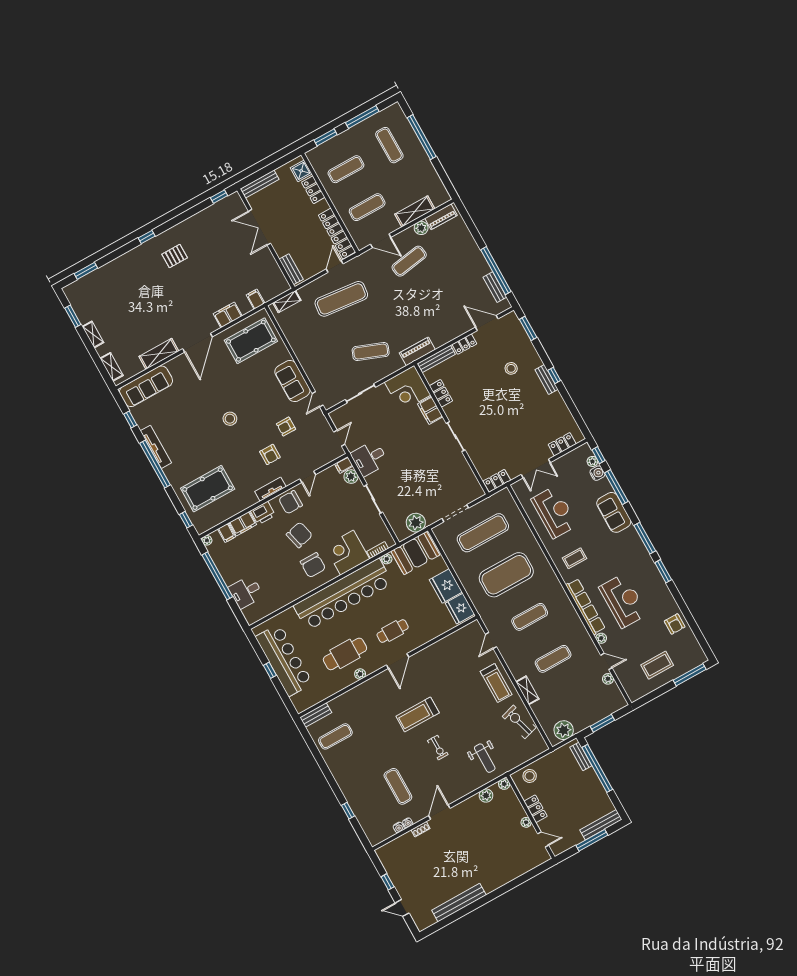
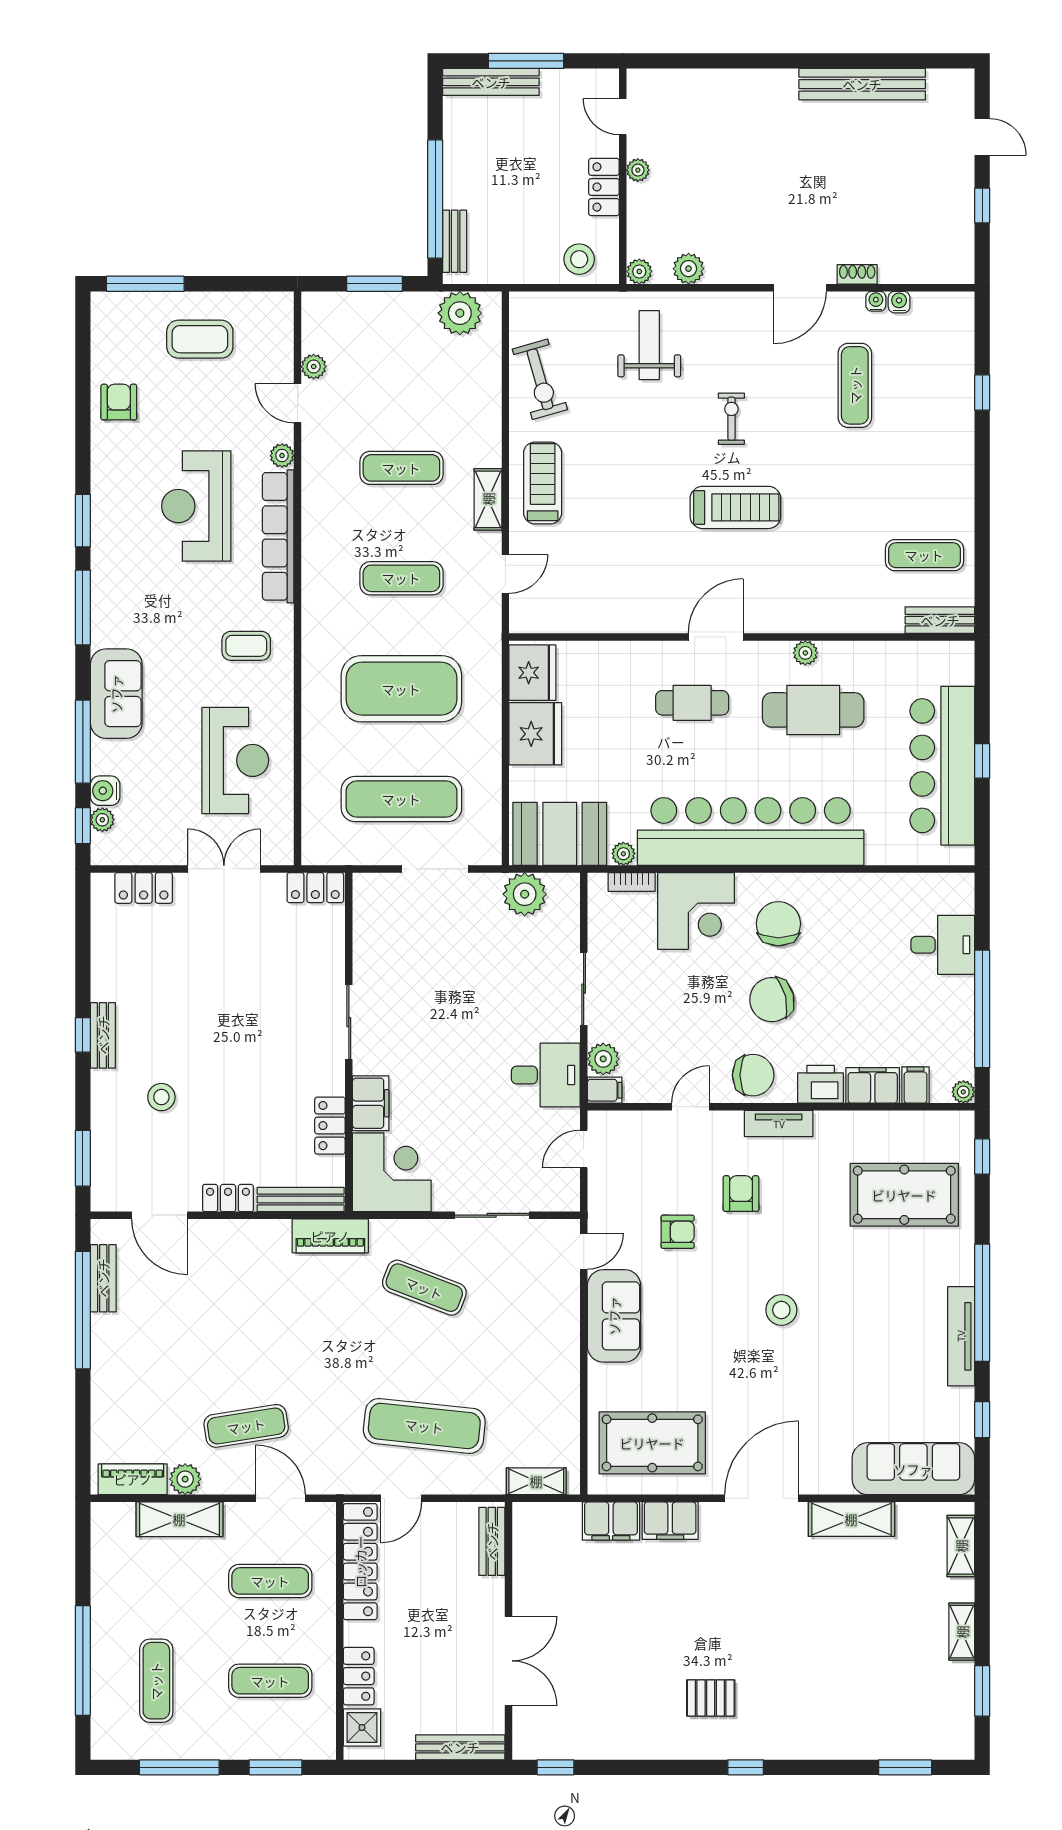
filing cabinet: (256, 299) -> (611, 1521), width x2.00
reception desk: (554, 512) -> (235, 760), turned 180
shelving: (527, 690) -> (488, 499), moved

